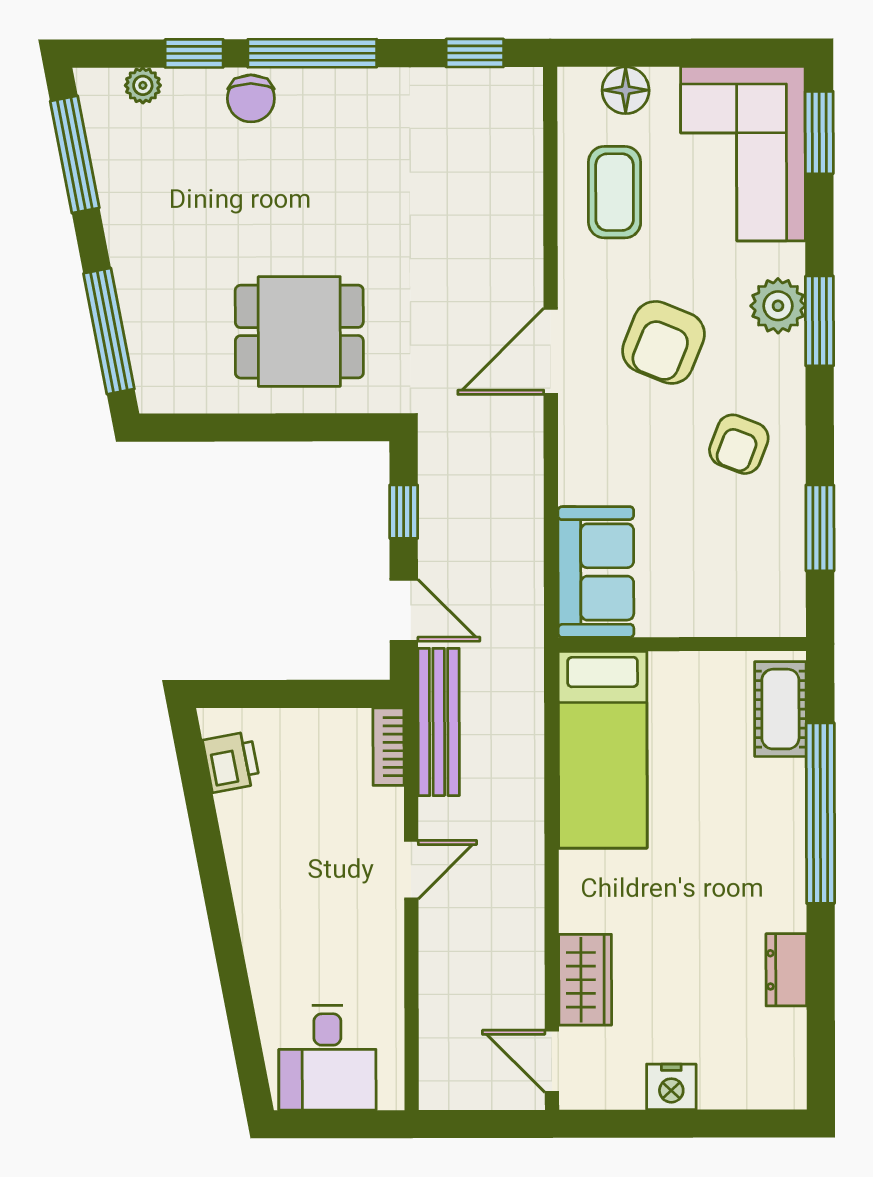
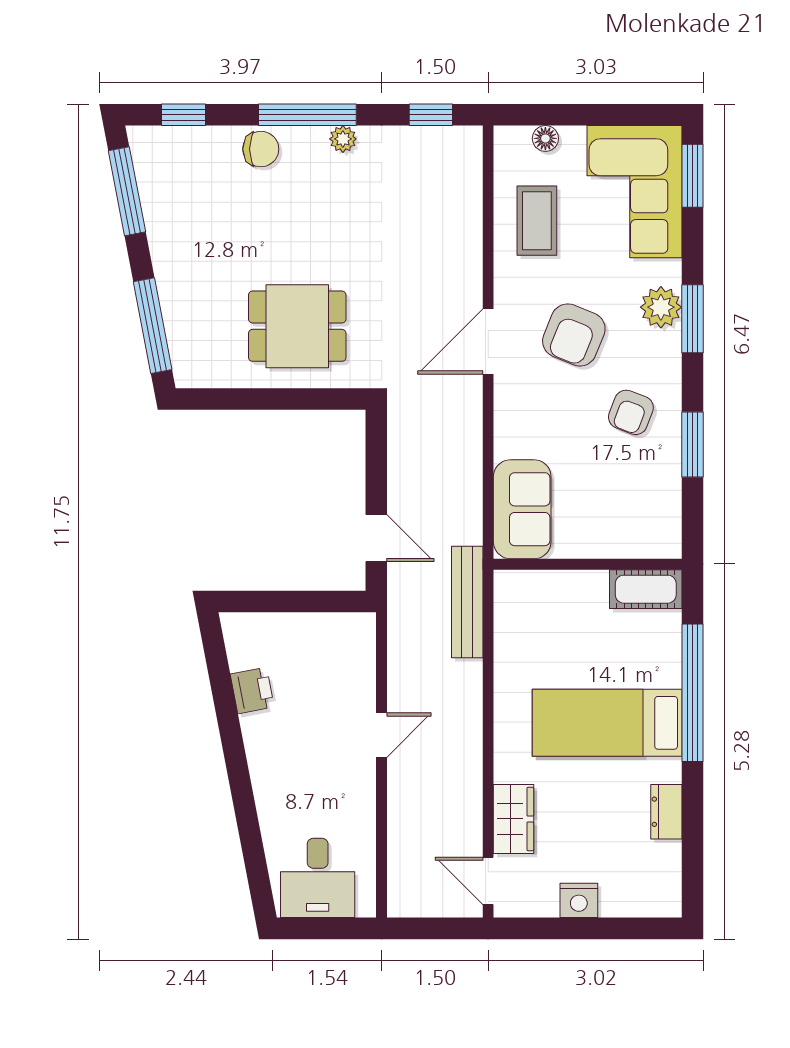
window: (194, 53) -> (184, 115), moved
plant: (143, 85) -> (343, 139), moved
floor lamp: (626, 90) -> (545, 138), width x0.73, depth x0.73
chair: (251, 98) -> (261, 149), turned -90
window: (404, 512) -> (376, 463), removed
window: (820, 528) -> (692, 444), moved
cot: (780, 709) -> (646, 589), moved, turned 90
bench: (439, 722) -> (467, 602), moved
bookcase: (389, 747) -> (364, 642), removed
bed: (603, 750) -> (607, 723), moved, turned 90
printer: (231, 762) -> (252, 690), moved

